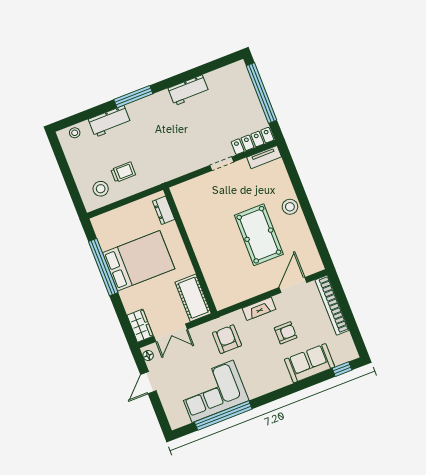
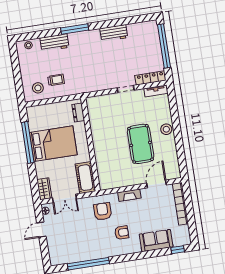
armchair: (286, 333) -> (122, 233), moved
corner sofa: (213, 391) -> (85, 245), removed

